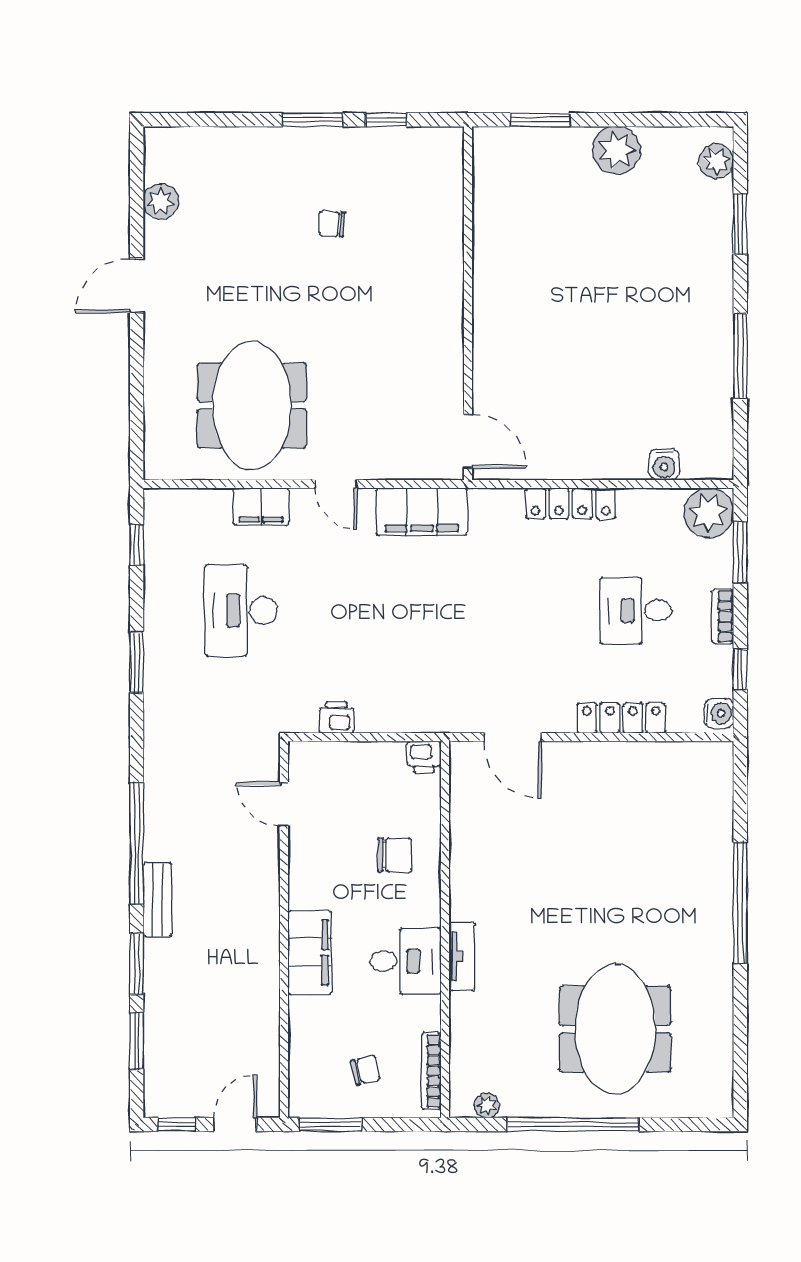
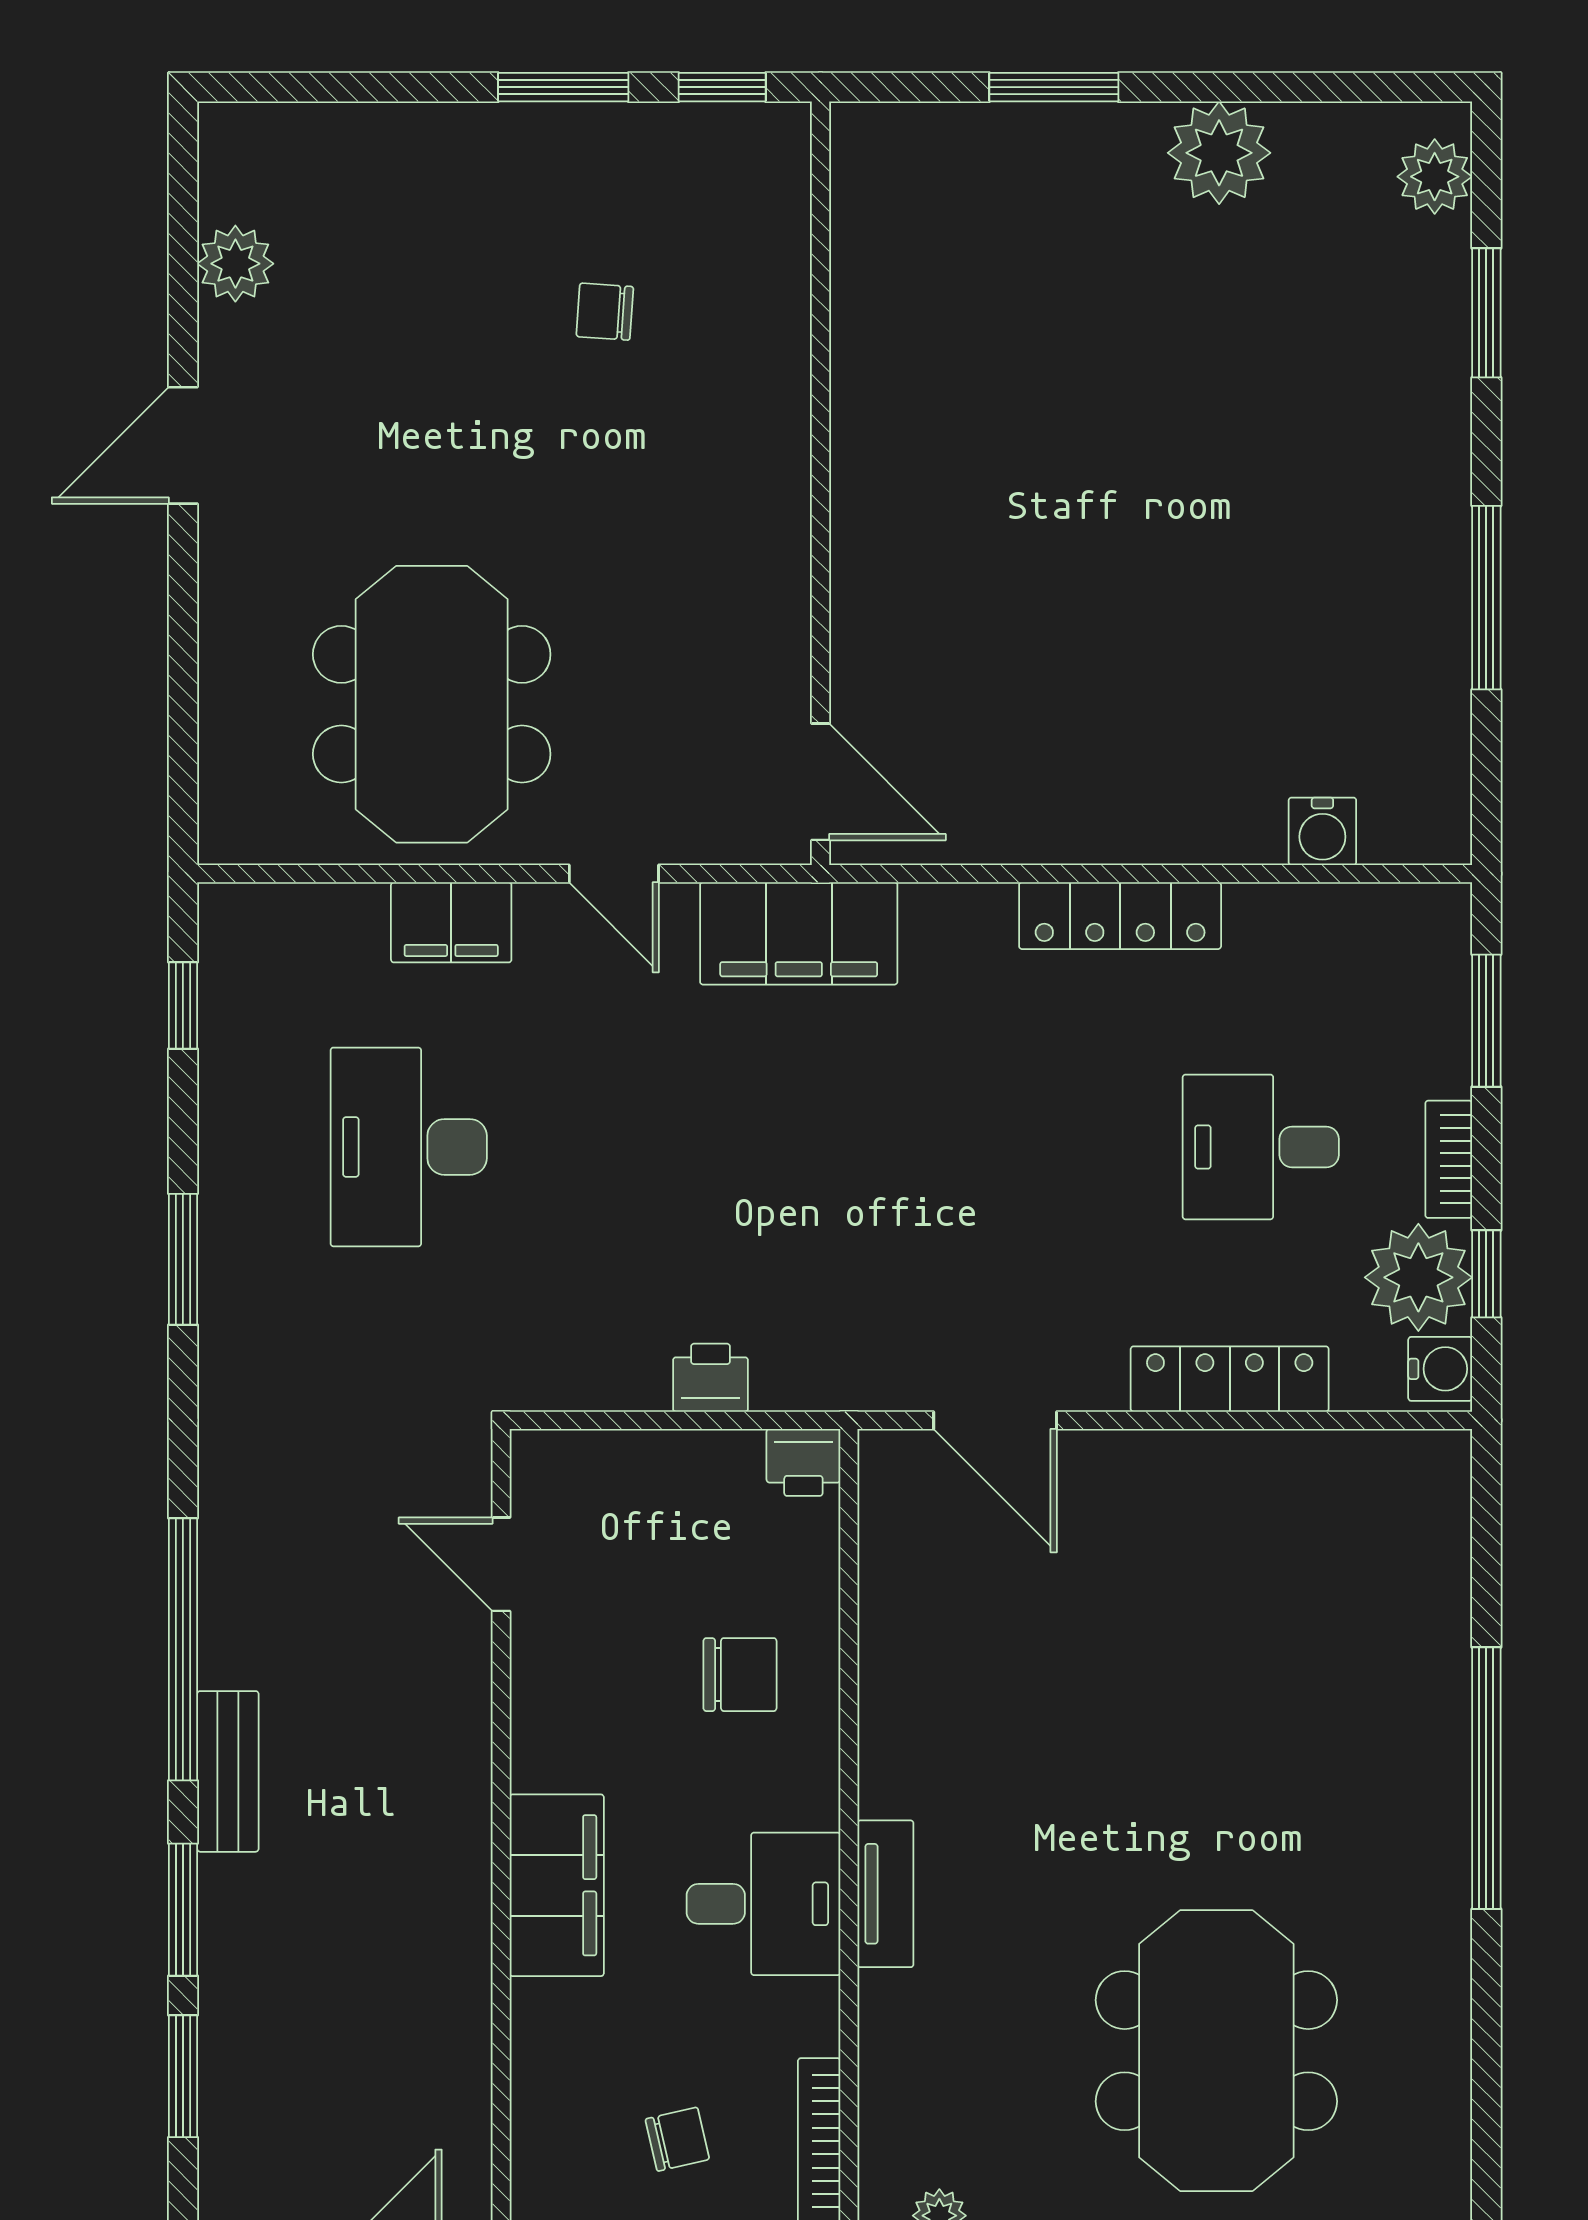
wall: (468, 303) -> (820, 483), moved
door: (468, 442) -> (820, 782), moved
plant: (709, 513) -> (1418, 1277), moved
printer: (336, 717) -> (711, 1378), moved

